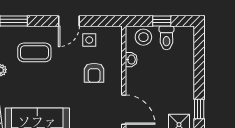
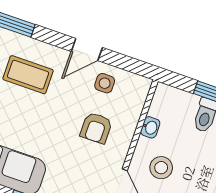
stool: (143, 37) -> (161, 168), moved

